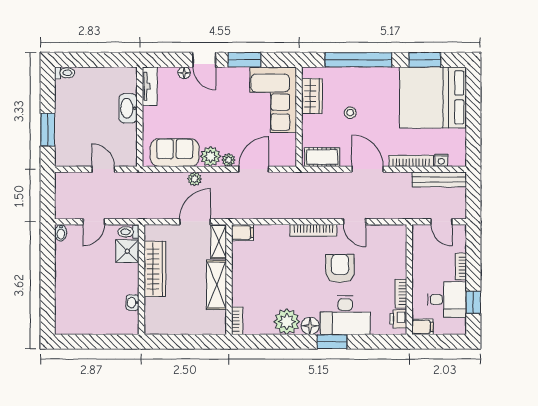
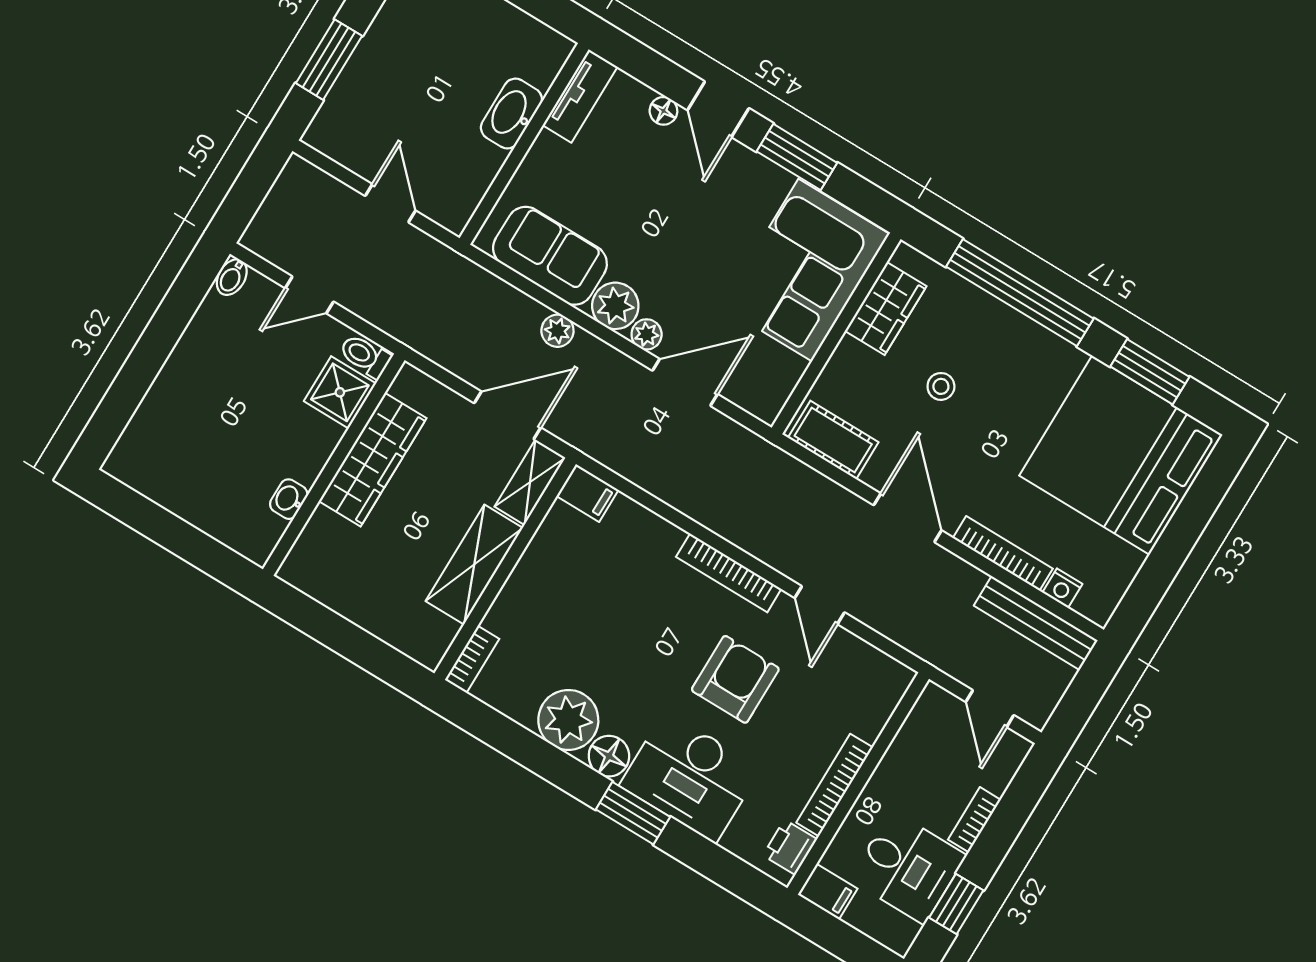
bookcase: (401, 294) -> (835, 785), width x1.56

